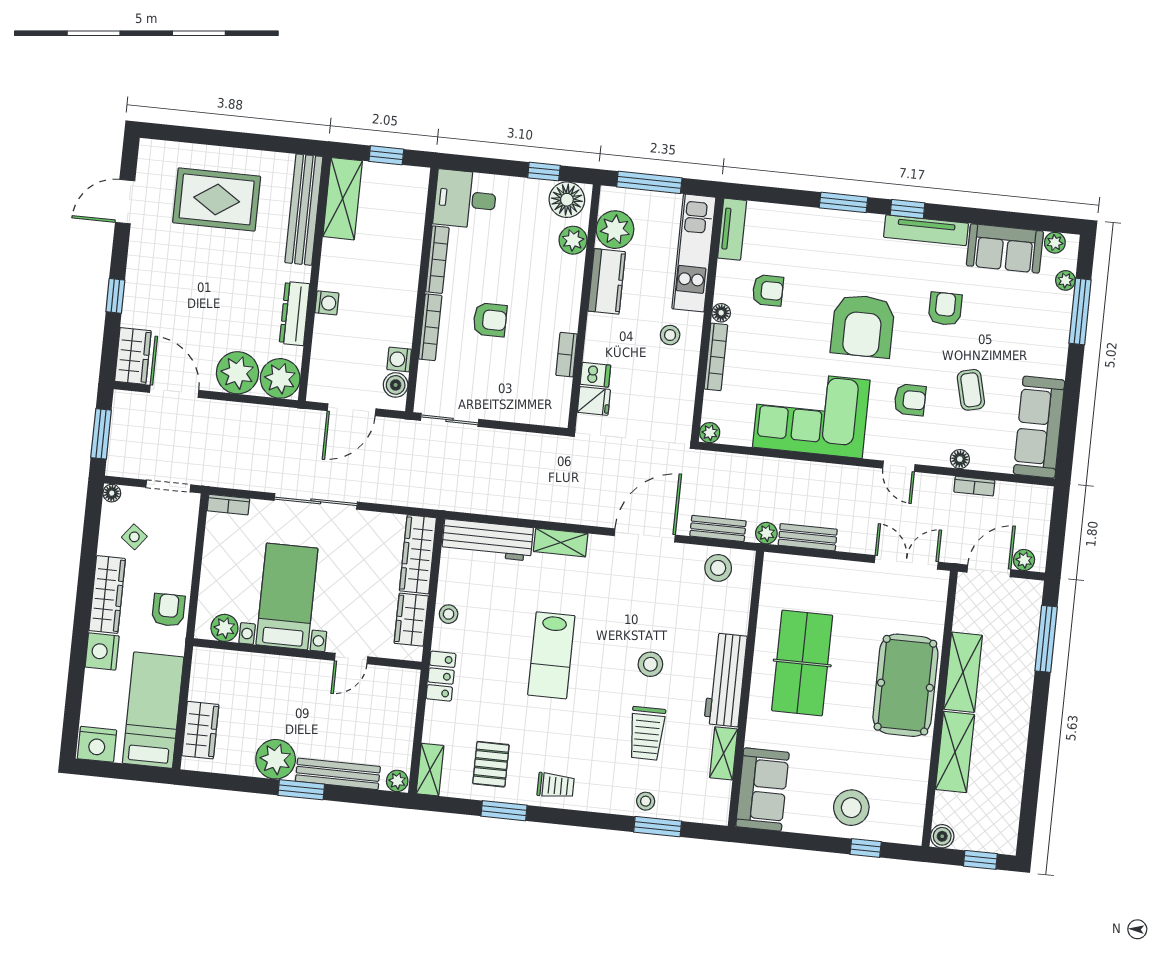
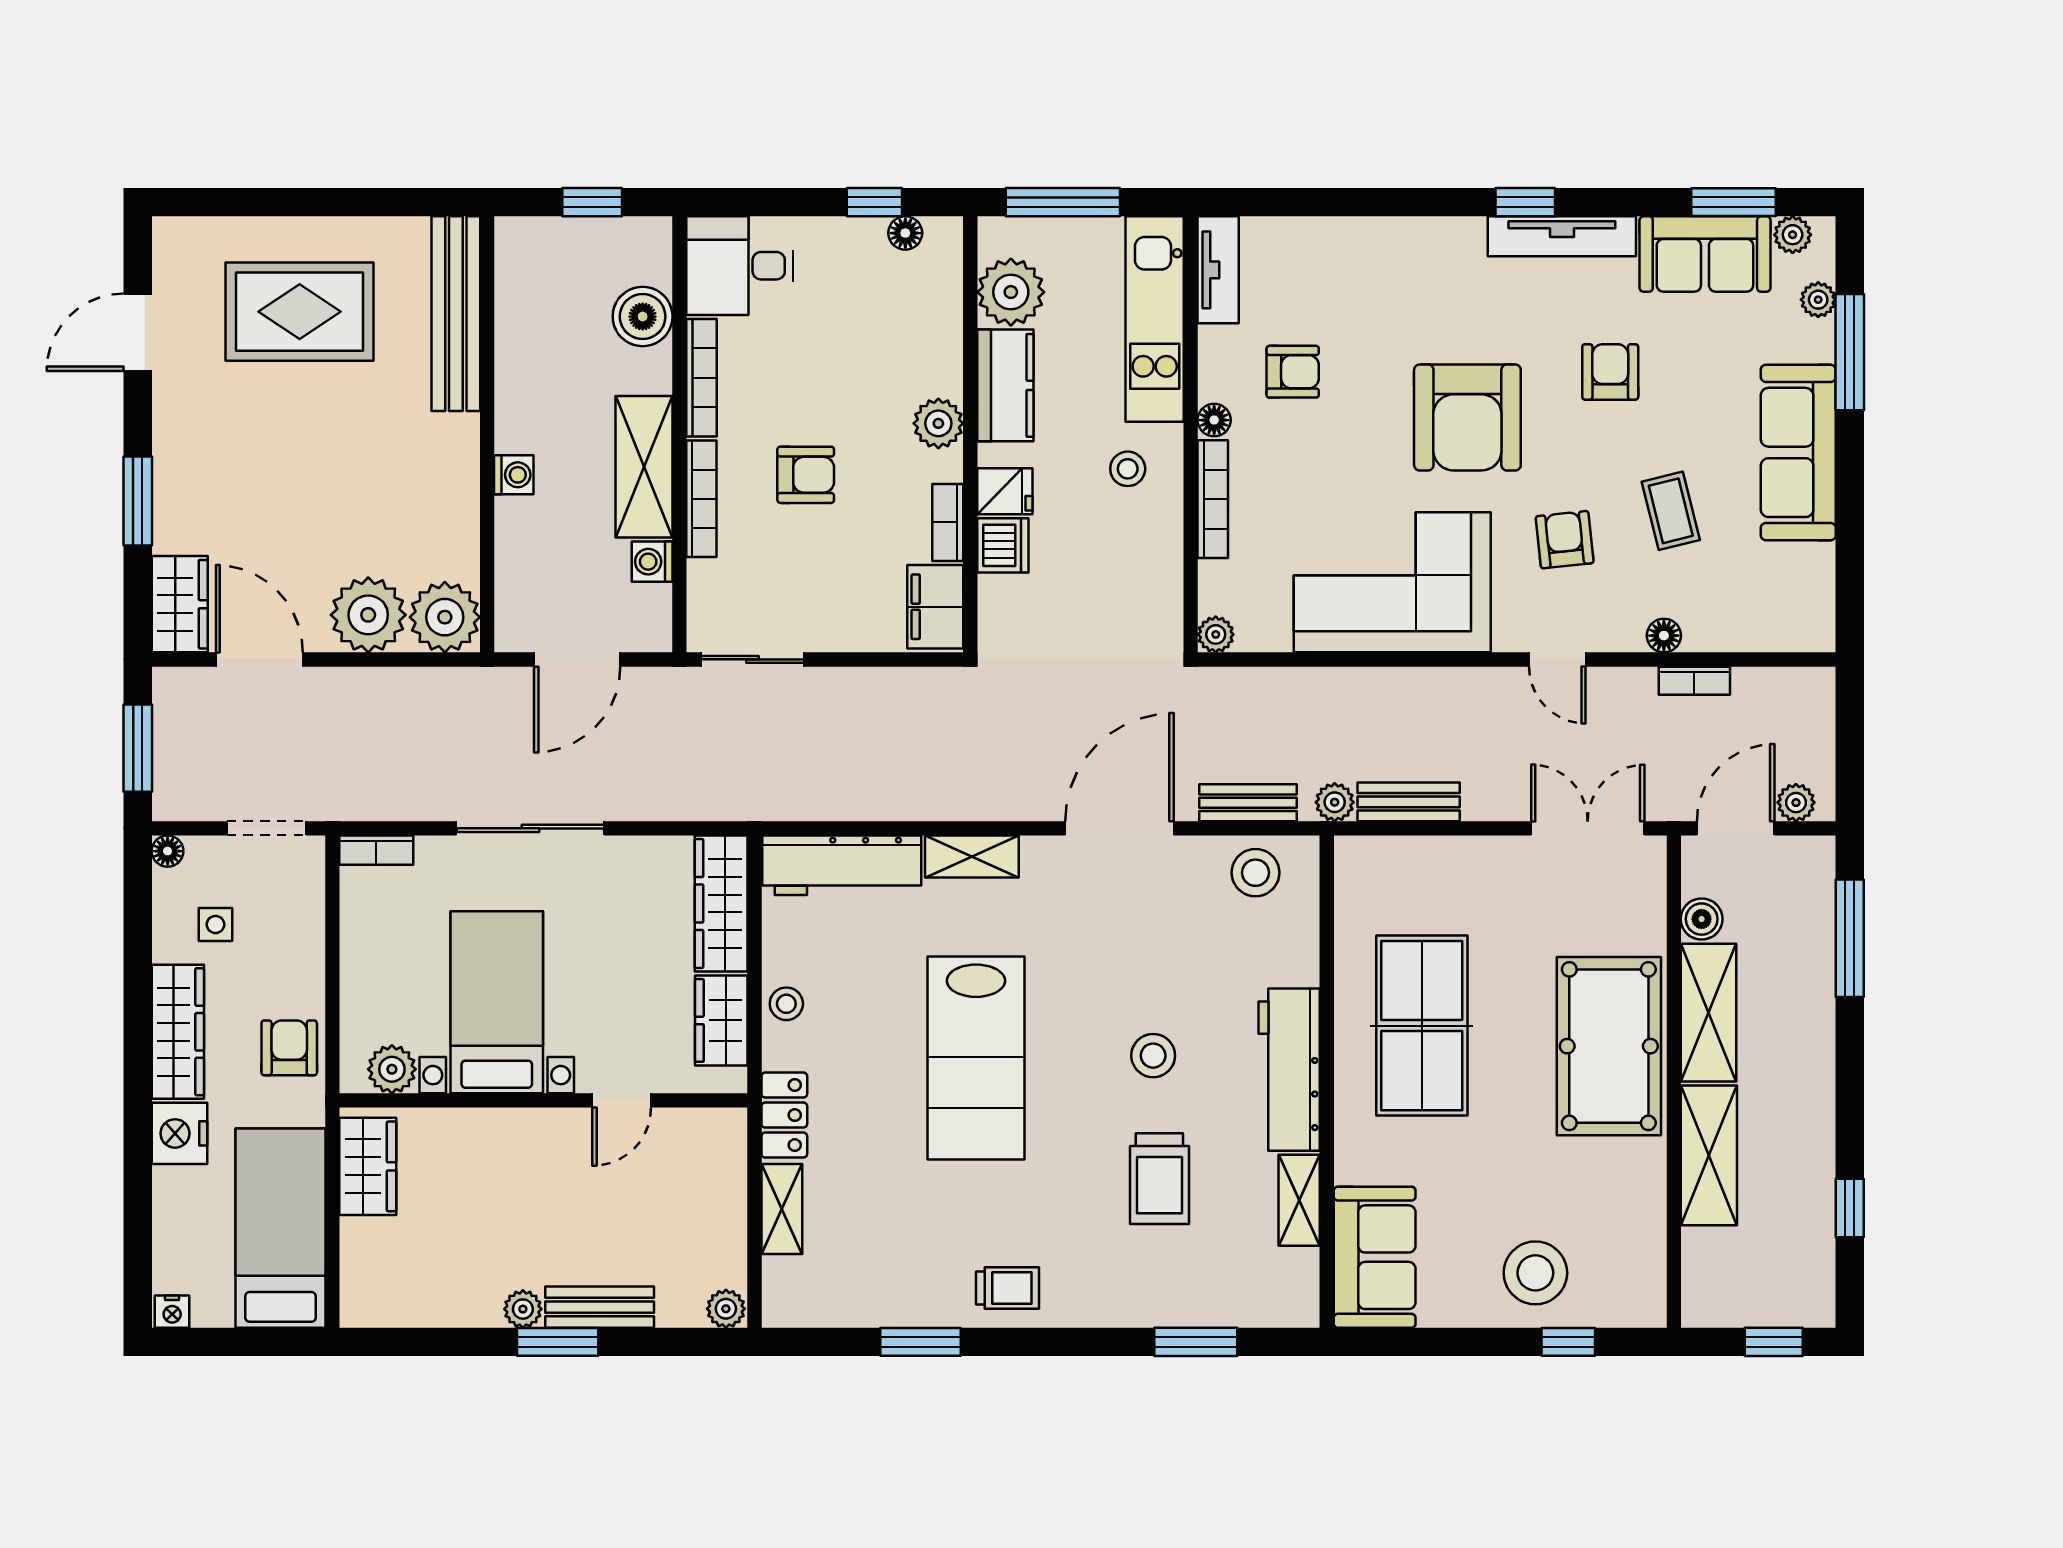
shelving: (343, 199) -> (644, 467), moved
floor lamp: (567, 200) -> (905, 233), width x0.53, depth x0.53
window: (844, 202) -> (1734, 202), moved
plant: (573, 240) -> (938, 423), moved
window: (115, 296) -> (138, 501), width x1.50
dresser: (294, 314) -> (458, 499), removed
dishwasher: (595, 375) -> (1003, 545), width x1.38
boiler: (396, 385) -> (643, 317), moved, width x1.36, depth x1.36
armchair: (910, 400) -> (1565, 540), turned -96
filing cabinet: (555, 401) -> (935, 607), added
fridge: (594, 401) -> (1005, 491), moved
sofa: (1039, 427) -> (1798, 452), moved
side table: (134, 537) -> (215, 924), turned -37
lab bench: (551, 655) -> (976, 1058), width x1.36, depth x1.39
wardrobe: (200, 730) -> (368, 1166), moved
nightstand: (97, 744) -> (172, 1312), width x0.53, depth x0.56
plant: (276, 759) -> (523, 1309), width x0.53, depth x0.53
pallet: (491, 764) -> (889, 1262), removed
shelving: (430, 770) -> (782, 1209), moved
bench: (338, 774) -> (600, 1307), width x0.73
window: (1031, 789) -> (1850, 1208), added
stool: (646, 801) -> (1170, 1299), removed
boiler: (942, 836) -> (1702, 919), moved

